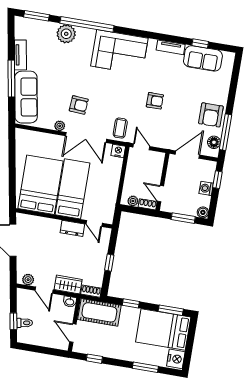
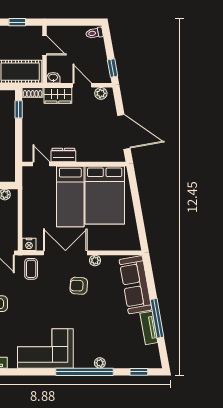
window: (36, 16) -> (139, 372), width x0.67
plant: (66, 34) -> (100, 363), width x0.53, depth x0.53
window: (11, 79) -> (157, 318), moved
window: (109, 263) -> (19, 109), moved
window: (13, 321) -> (113, 68), moved
toilet: (25, 323) -> (94, 33), moved

